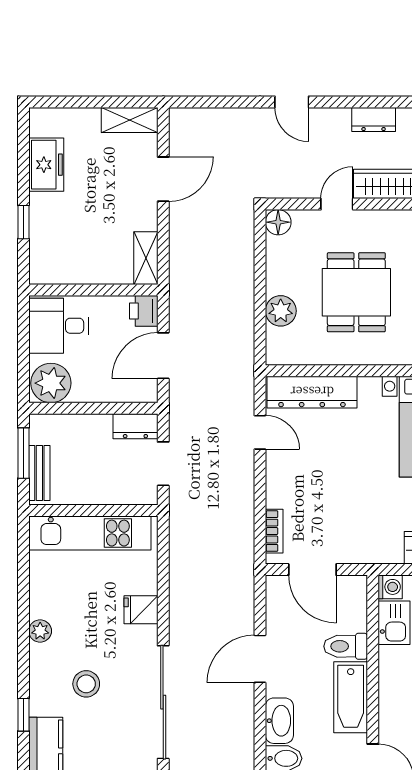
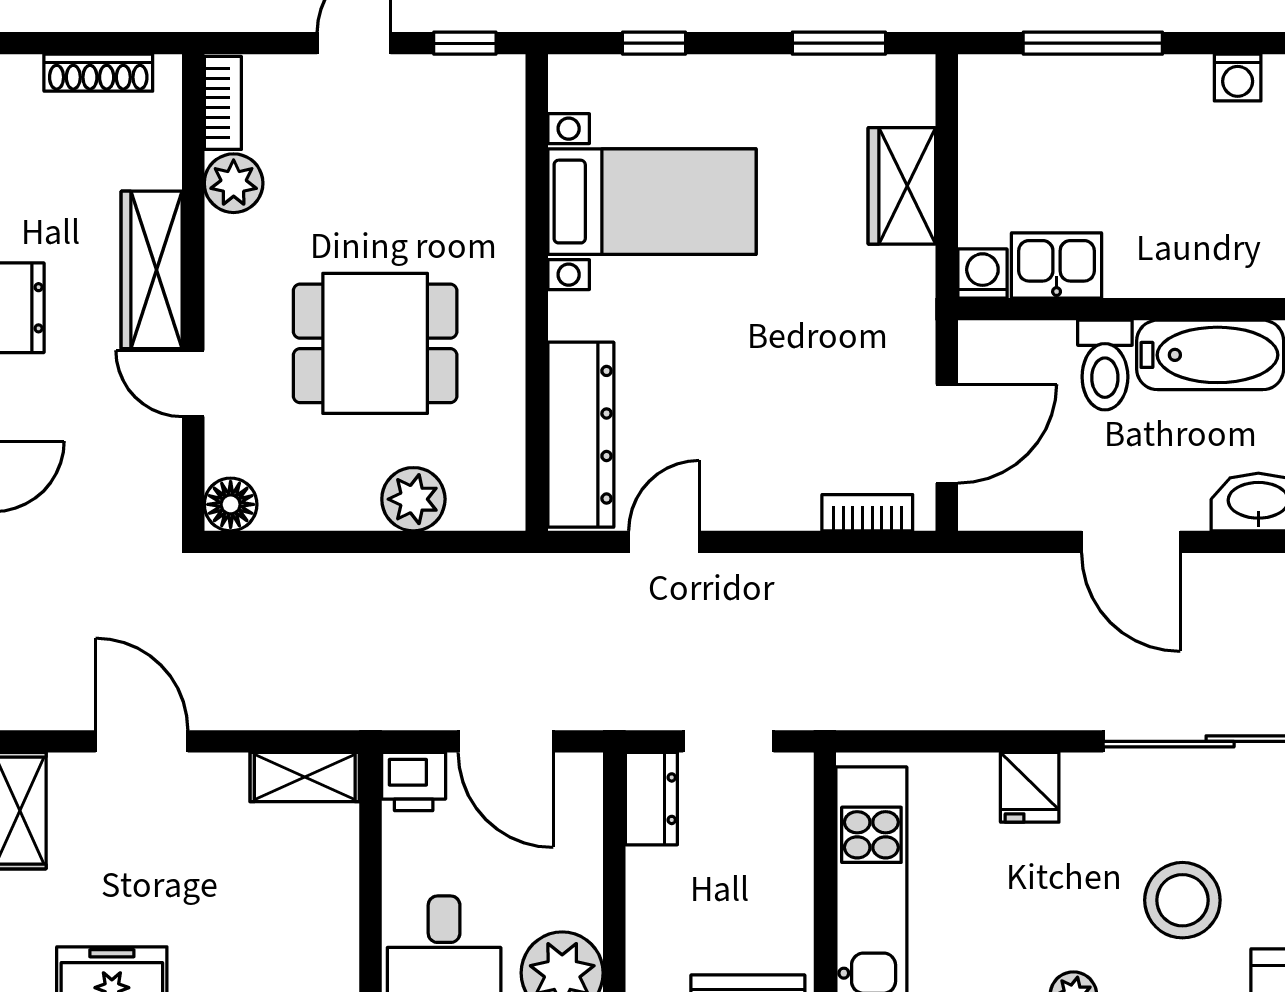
stool: (86, 684) -> (1182, 900), width x1.38, depth x1.38

